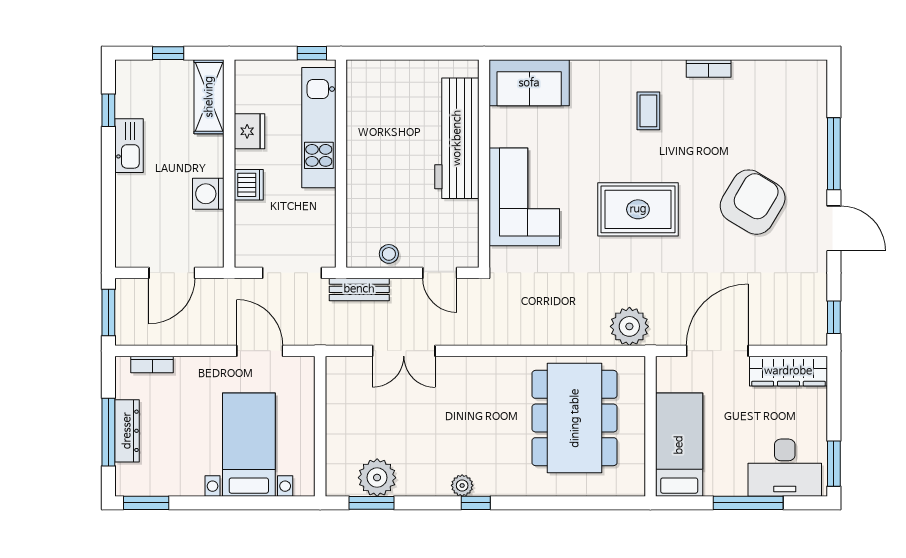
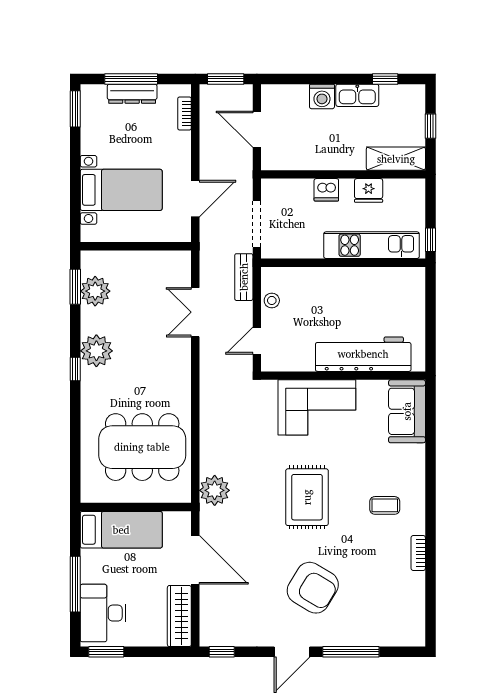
washing machine: (208, 194) -> (322, 96), moved, turned 180
plant: (462, 485) -> (96, 351), width x1.88, depth x1.88

